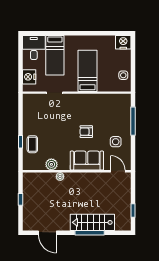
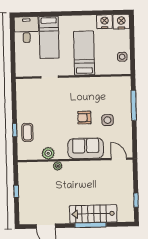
nightstand: (29, 77) -> (105, 22), moved, turned 90
side table: (116, 142) -> (107, 120), moved

